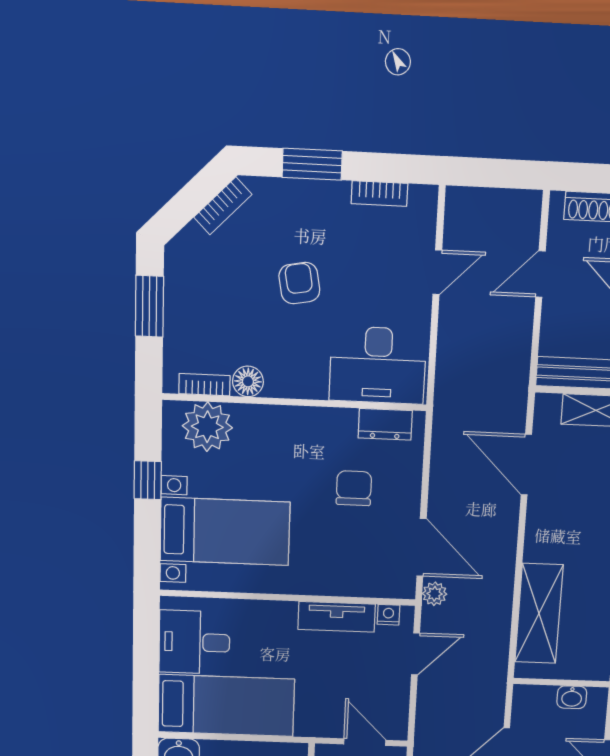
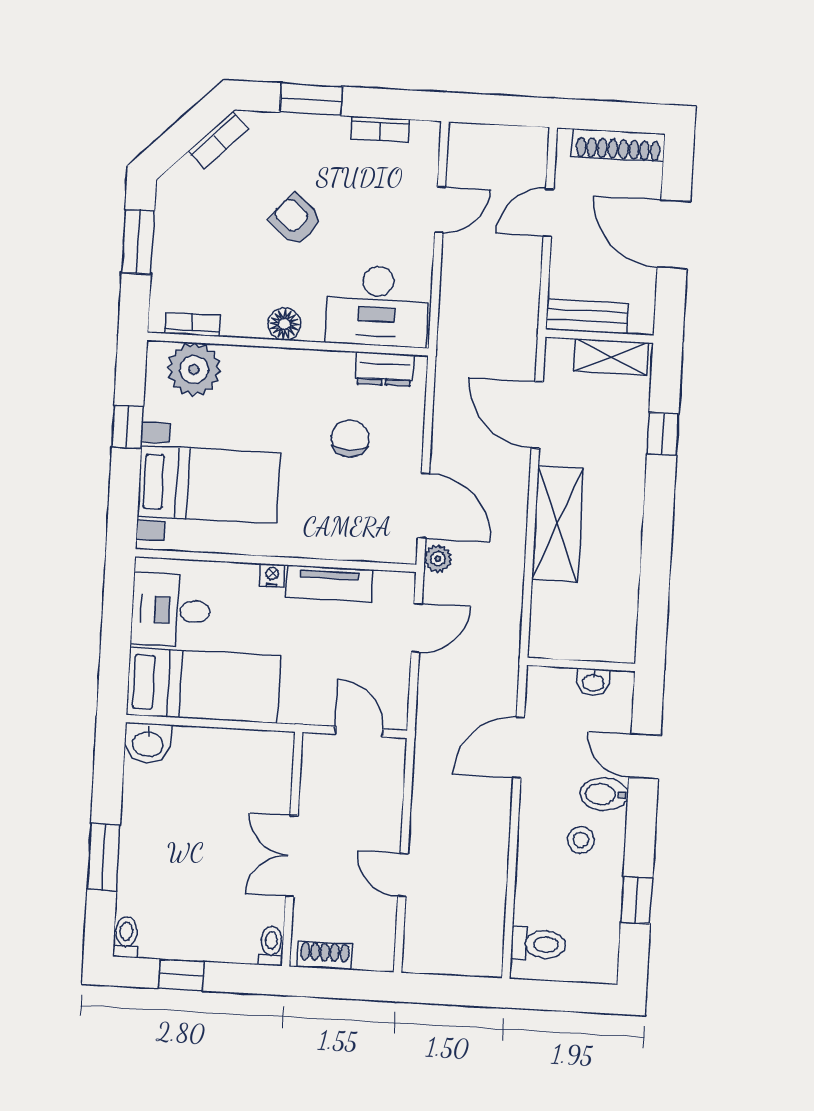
armchair: (299, 283) -> (296, 219), turned -40
floor lamp: (248, 381) -> (284, 324), moved
shelving: (539, 614) -> (558, 524), moved
nightstand: (388, 615) -> (272, 575), moved

